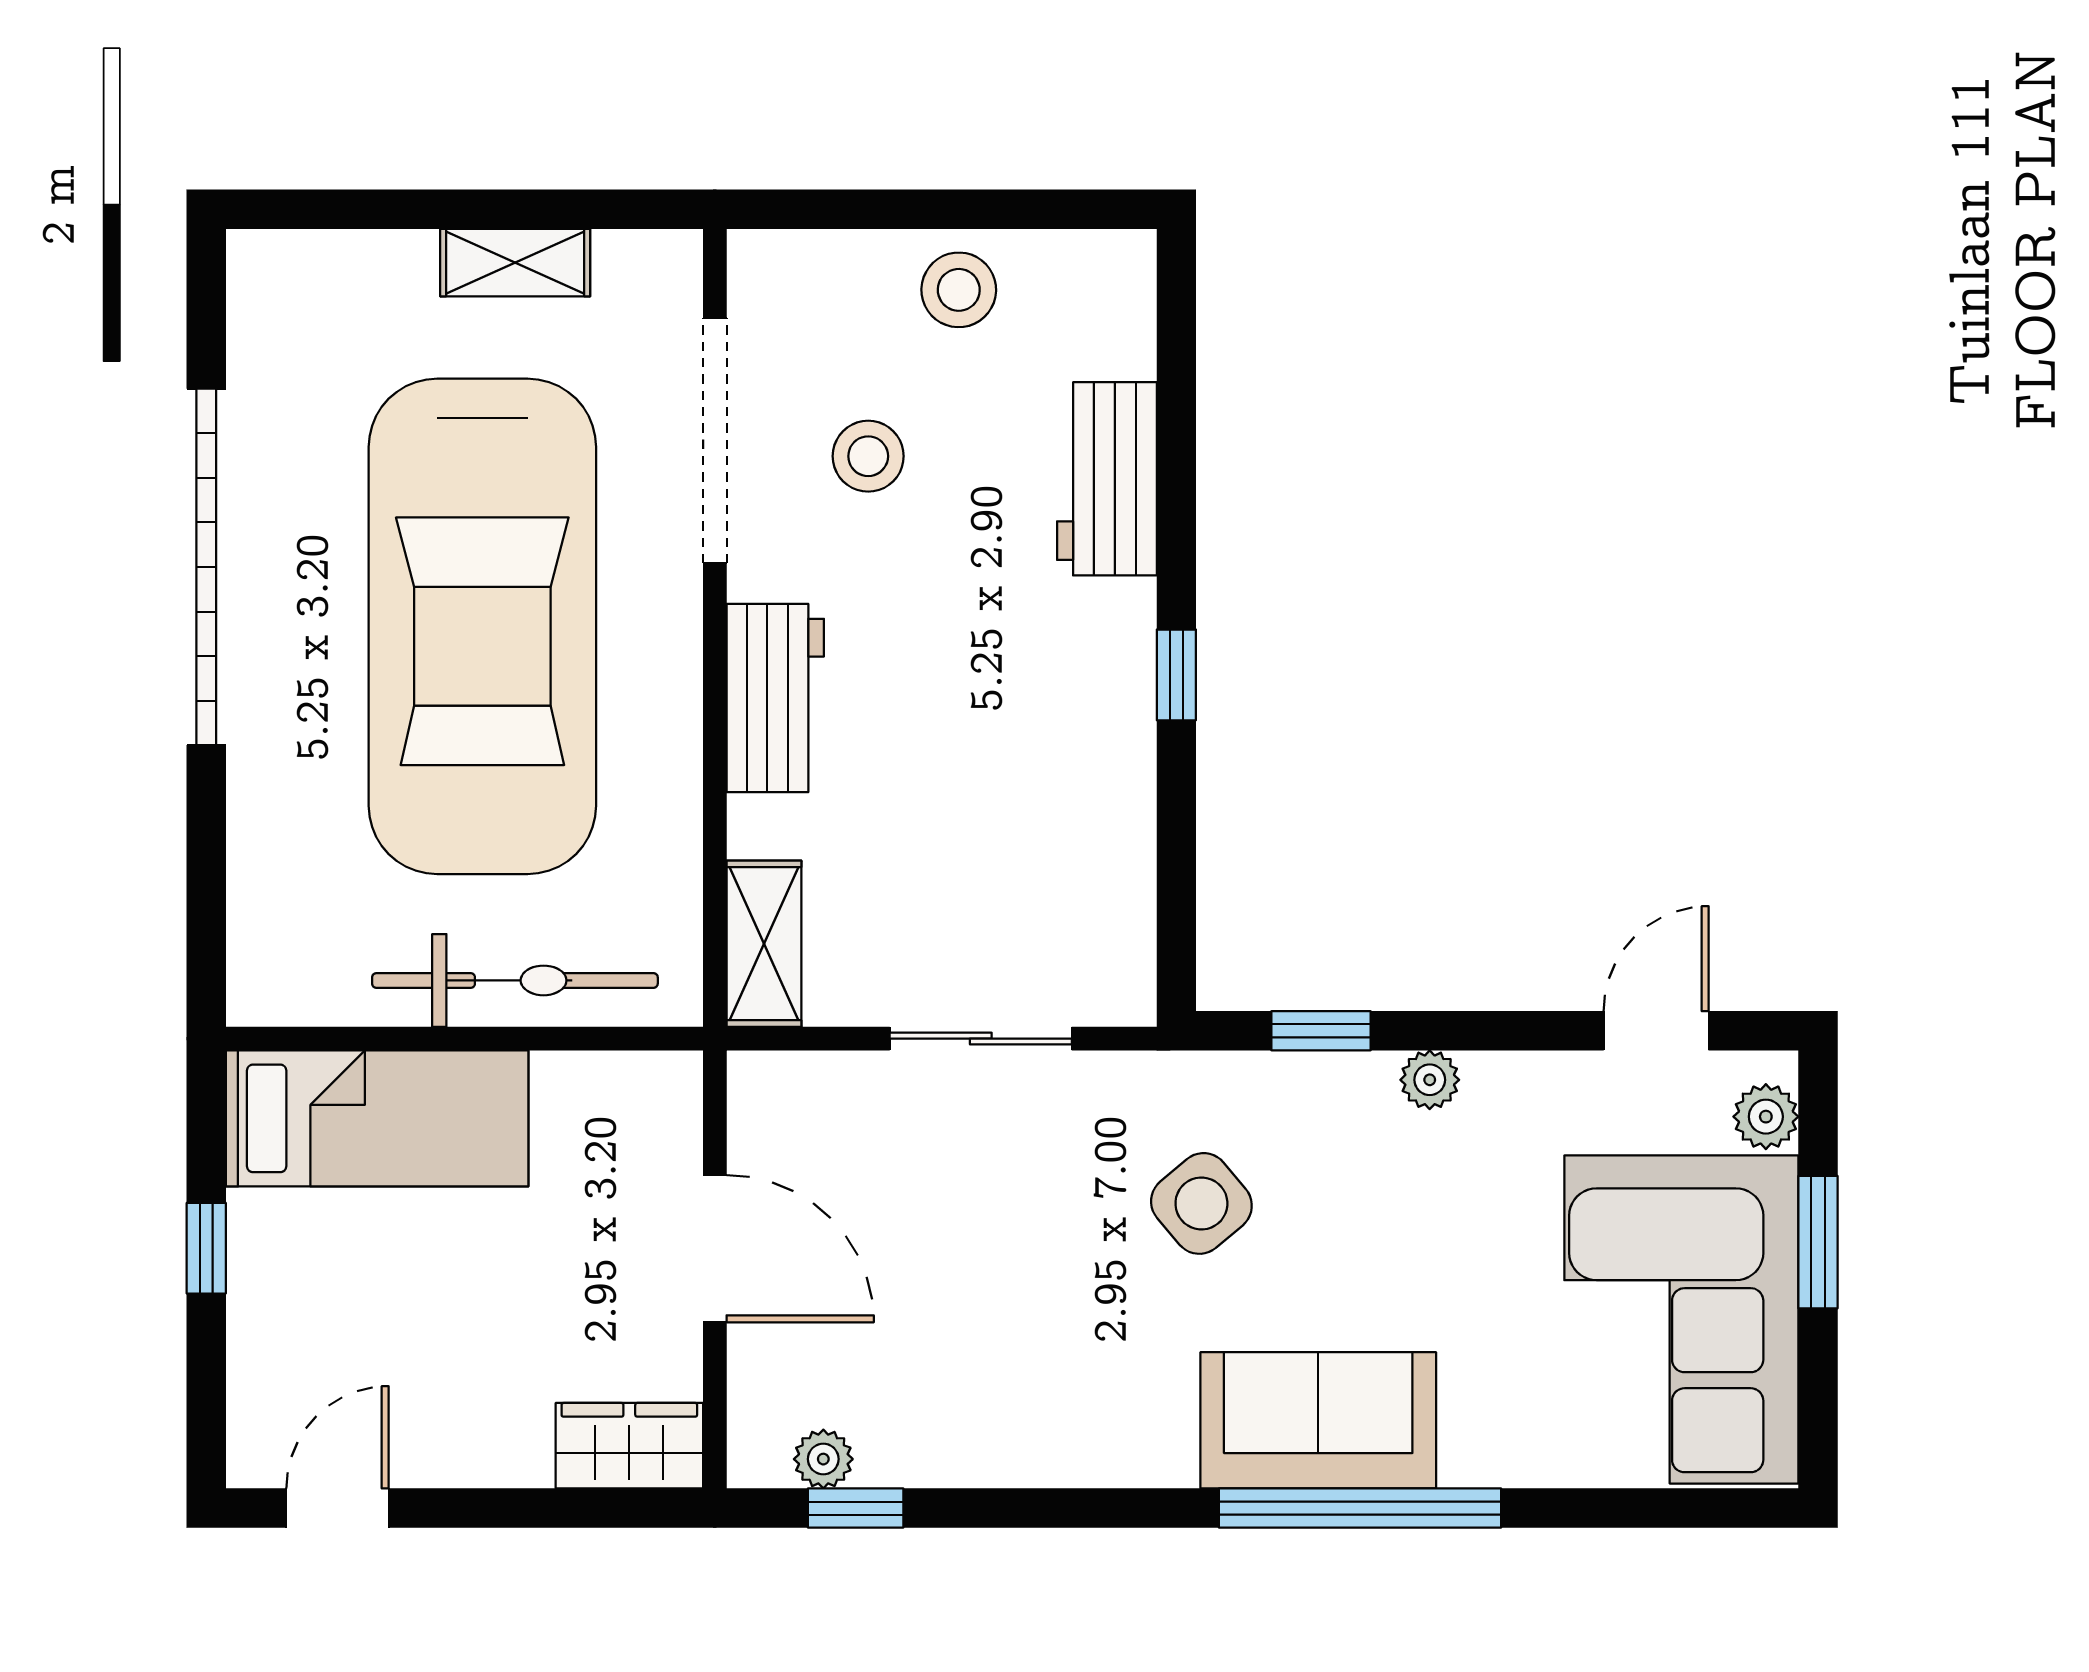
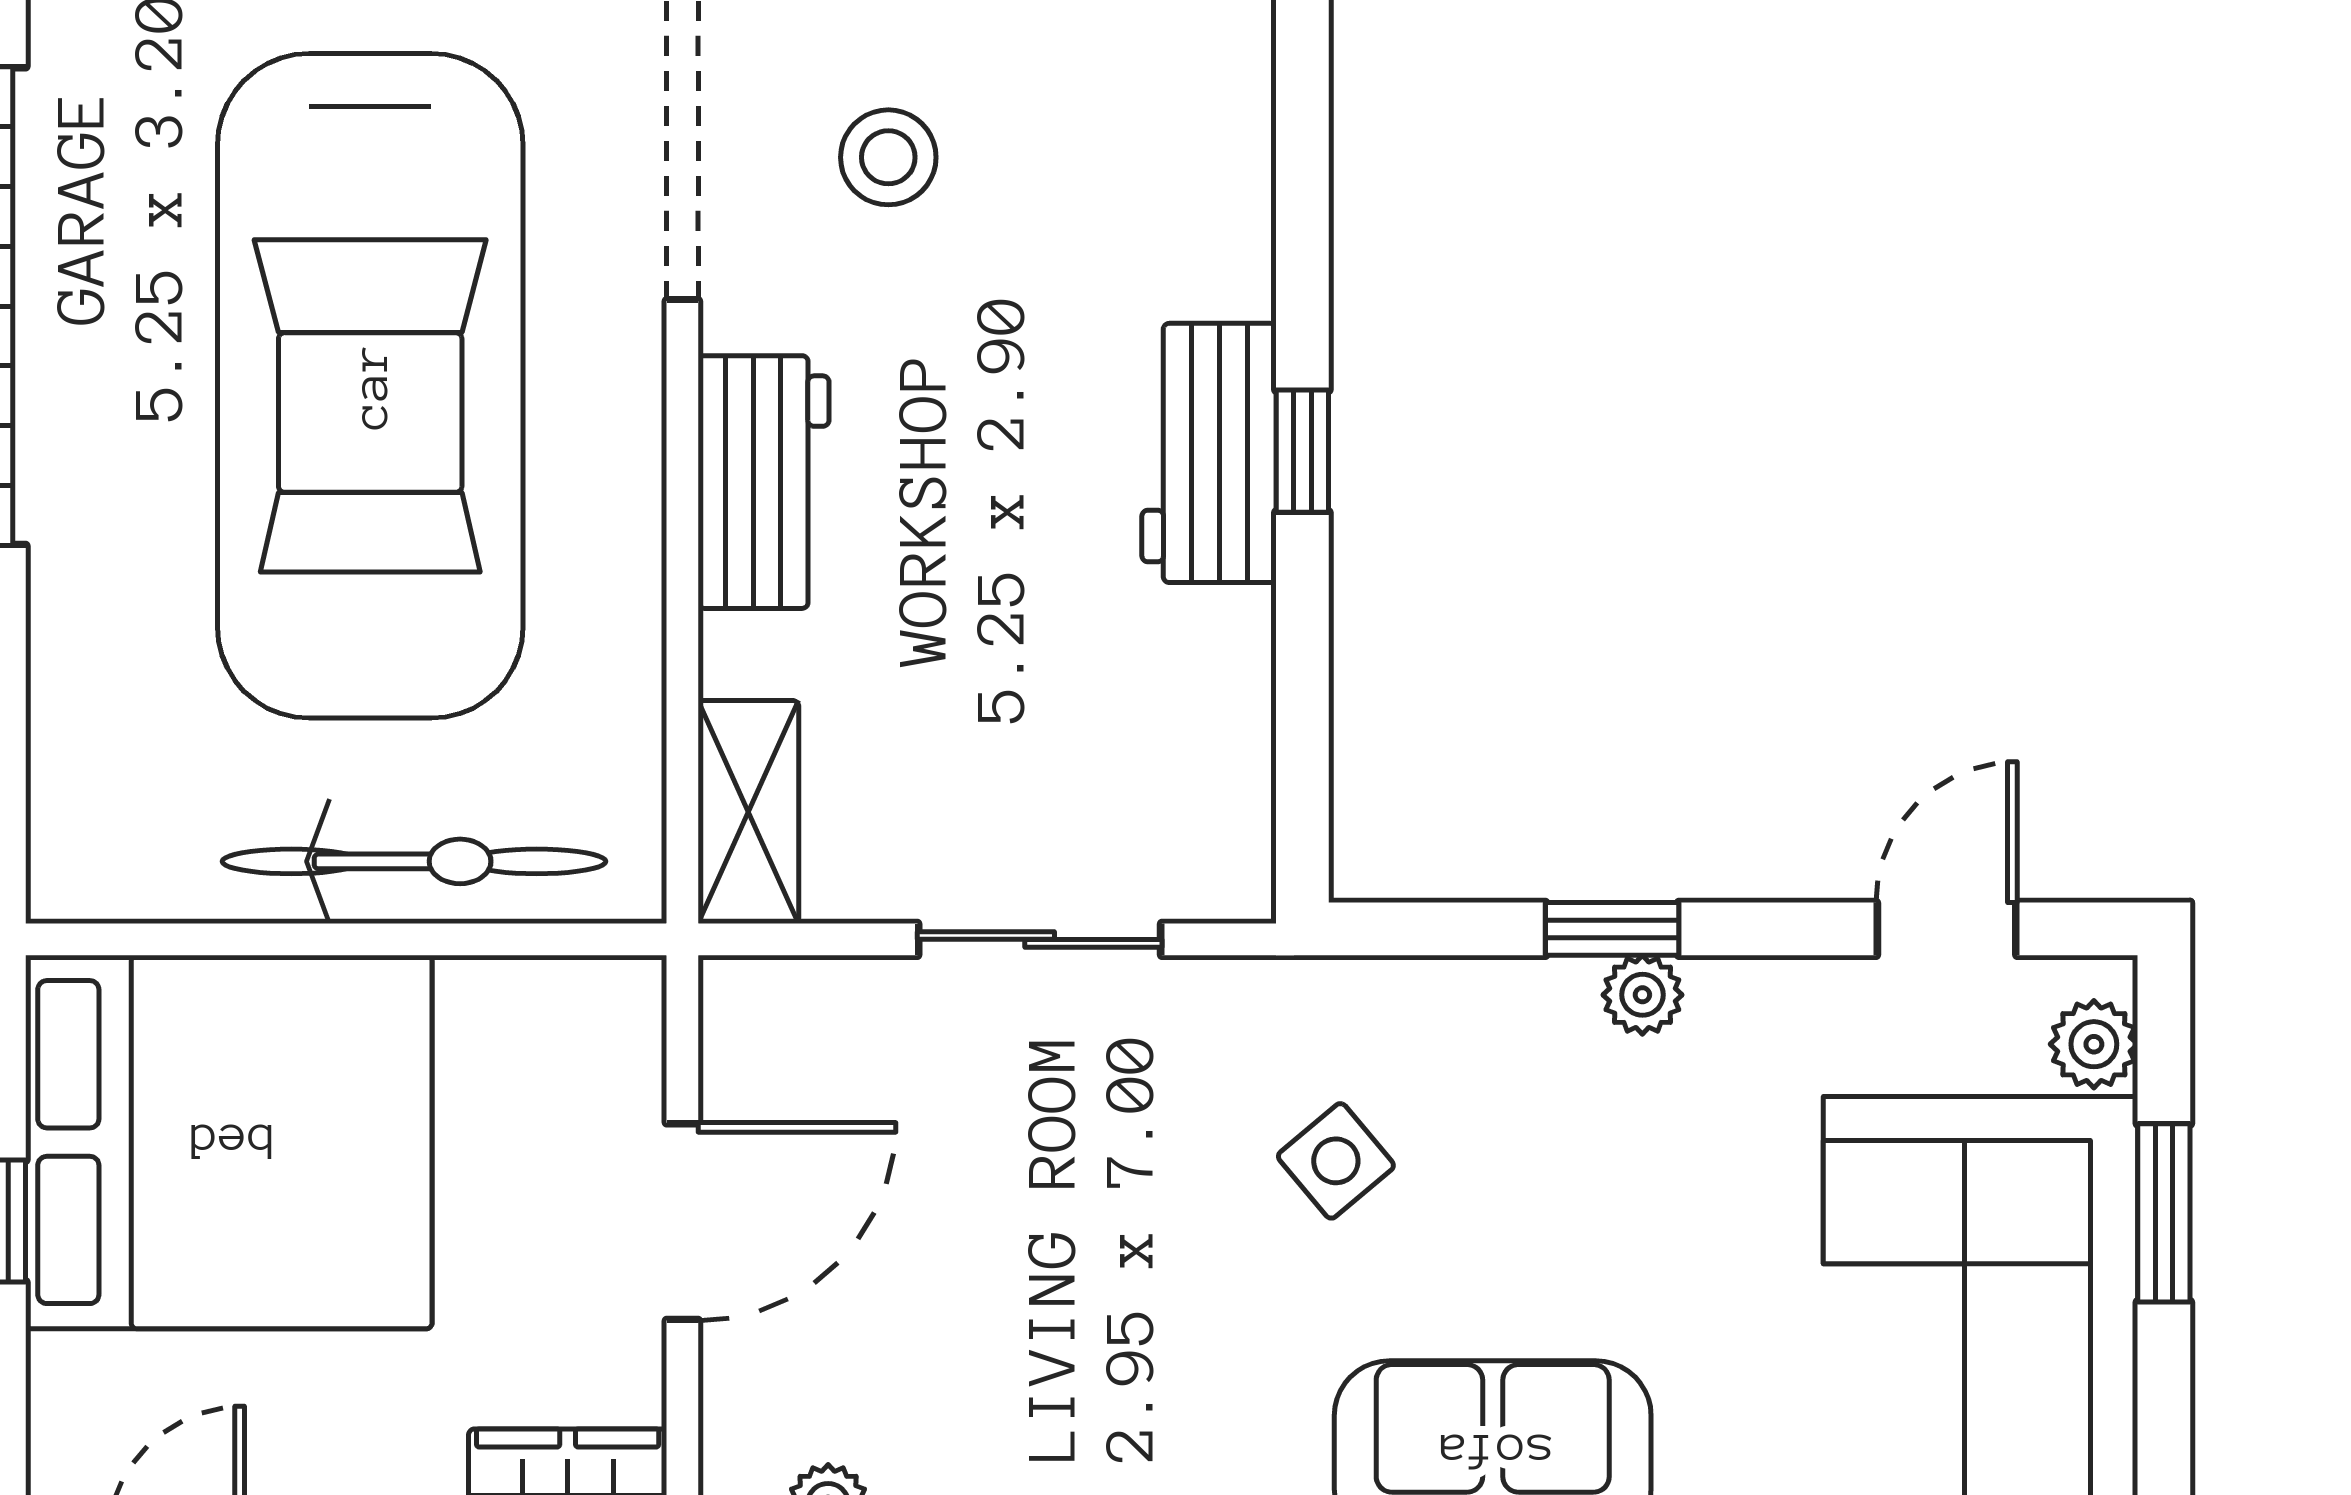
workbench: (1107, 479) -> (1209, 453), moved
window: (1321, 1031) -> (1612, 929), moved
bed: (377, 1118) -> (229, 1142), width x2.04
side table: (1201, 1203) -> (1336, 1161), width x0.73, depth x0.73
door: (715, 1249) -> (682, 1222), hinge flipped

